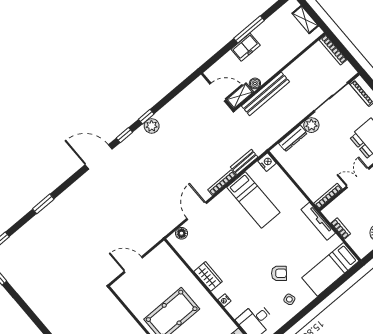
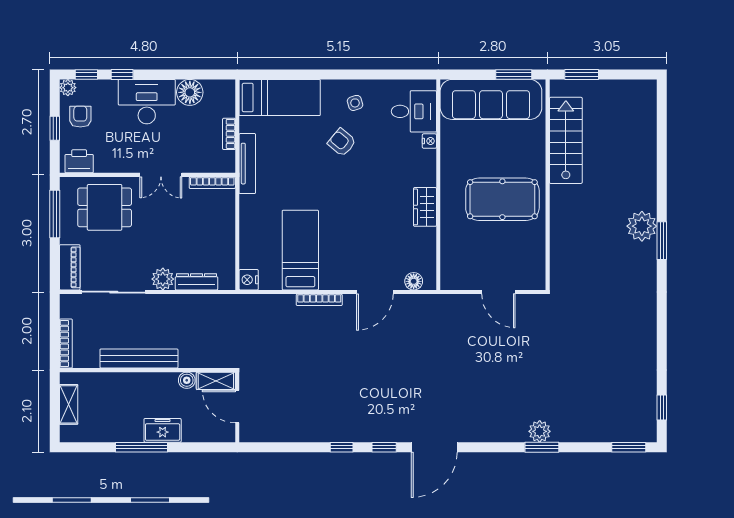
bench: (265, 94) -> (139, 358), moved
plant: (152, 126) -> (540, 431), moved
door: (99, 157) -> (434, 447), hinge flipped
bench: (244, 162) -> (274, 302), removed
nightstand: (224, 300) -> (429, 141), moved

